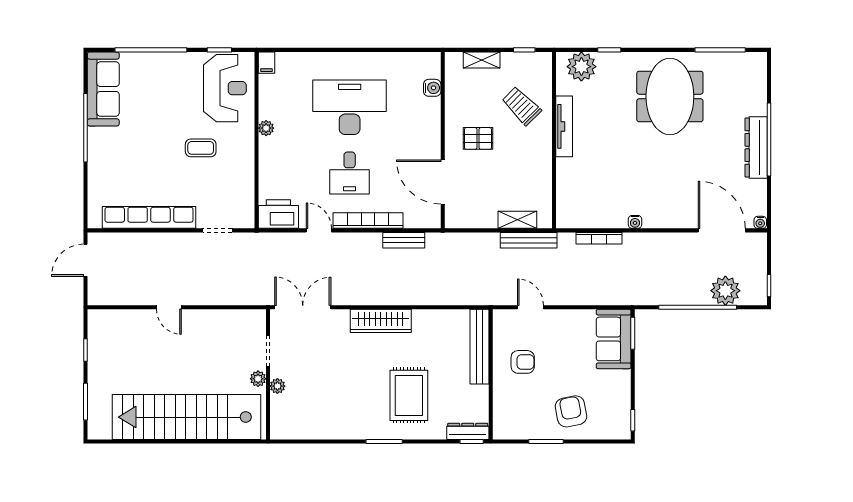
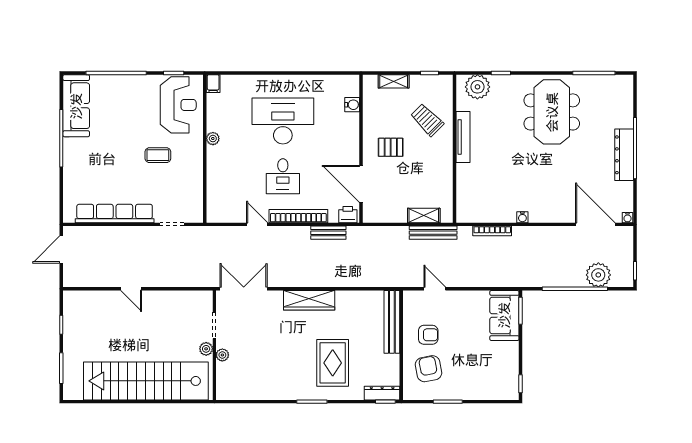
printer: (278, 214) -> (348, 215), moved, width x0.53, depth x0.68
armchair: (571, 411) -> (429, 369), moved

